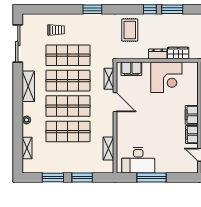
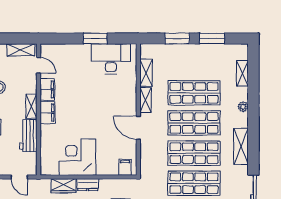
filing cabinet: (131, 69) -> (125, 167), width x0.50
shelving: (109, 79) -> (145, 100), moved
window: (151, 177) -> (95, 38), width x0.69

